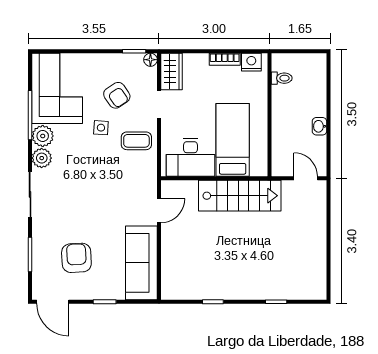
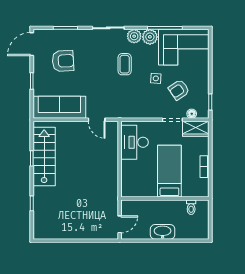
floor lamp: (150, 60) -> (192, 114), moved
nightstand: (251, 62) -> (203, 186), removed
washbasin: (319, 126) -> (163, 232), width x1.91, depth x1.45
bed: (233, 140) -> (169, 171), moved, turned -90
coffee table: (136, 141) -> (125, 64), moved
stairs: (240, 196) -> (44, 157), moved, turned 180

